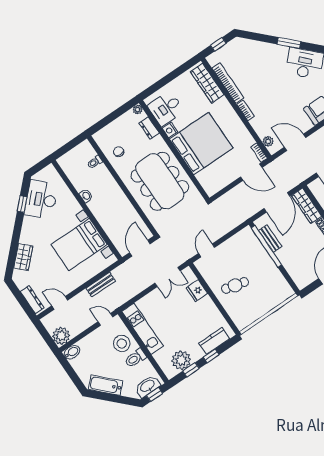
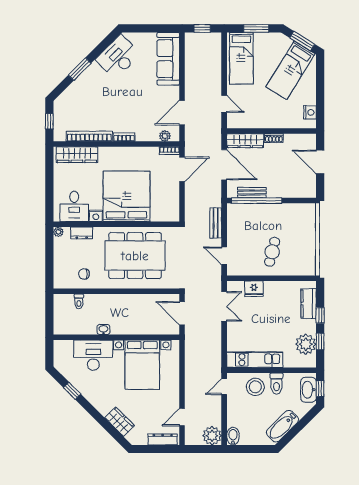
window: (289, 43) -> (80, 69), moved
desk: (41, 200) -> (93, 355), moved, turned 135
bench: (101, 284) -> (216, 223), moved

